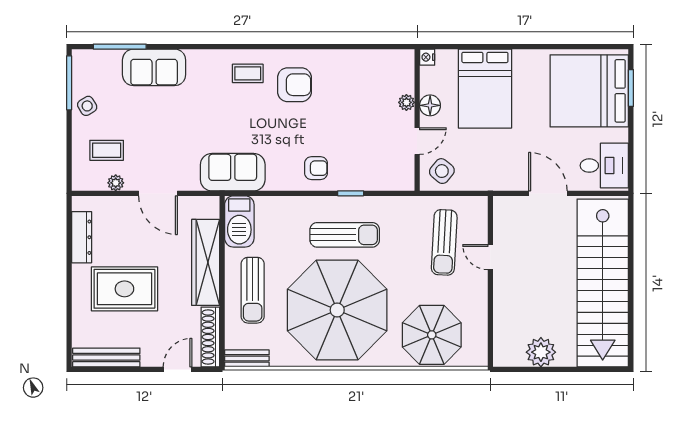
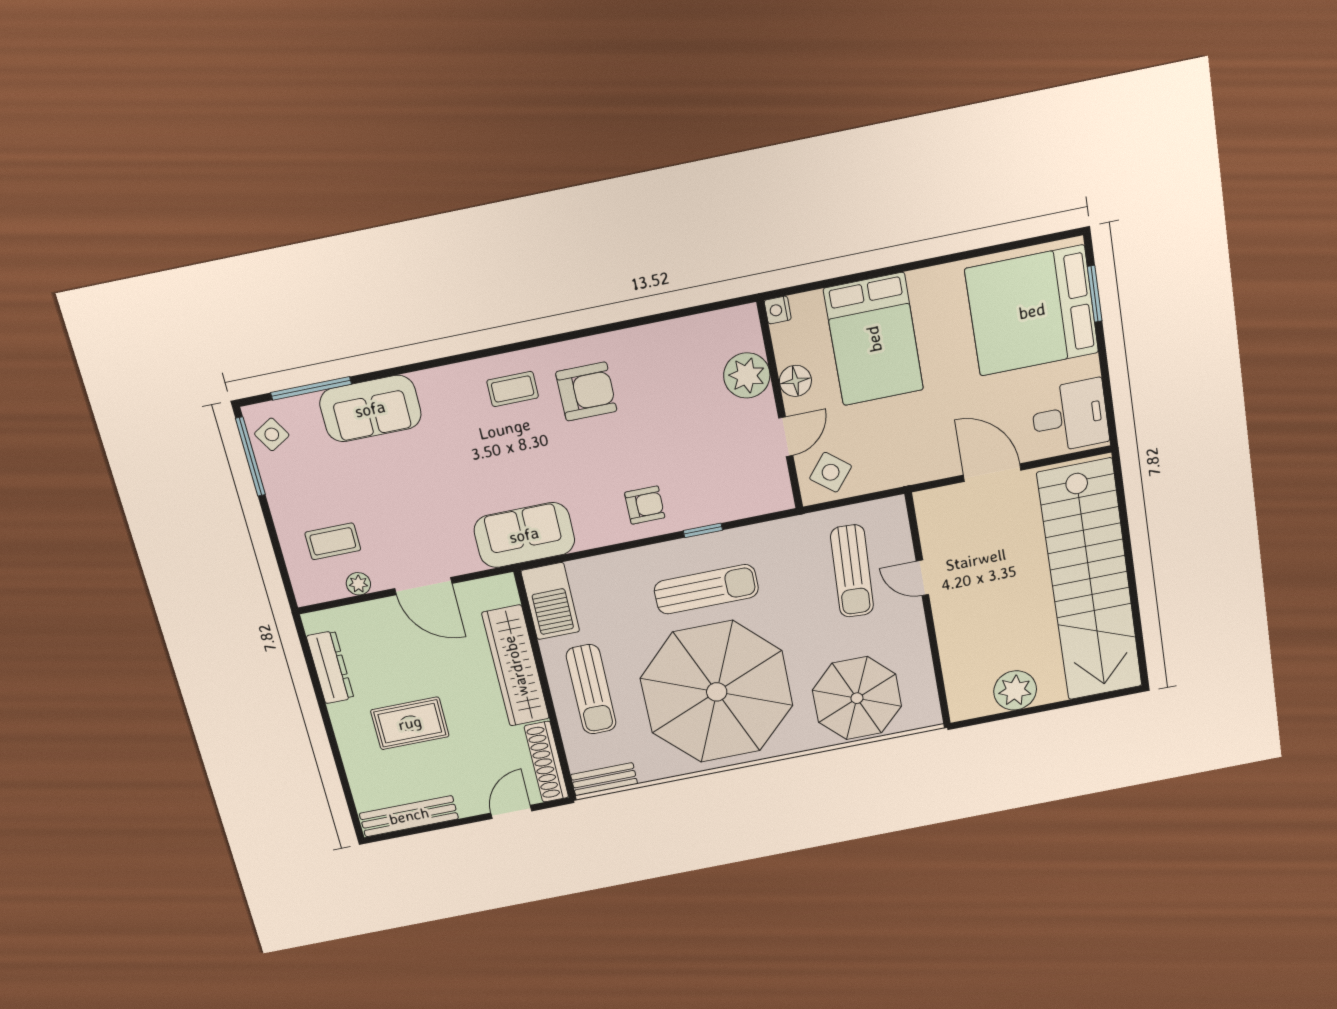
plant: (406, 102) -> (747, 375), width x1.88, depth x1.88
side table: (87, 106) -> (272, 434), moved
rug: (124, 289) -> (410, 723), width x0.73, depth x0.70

